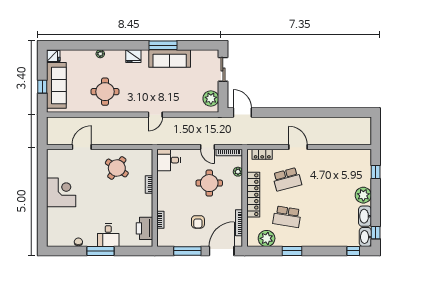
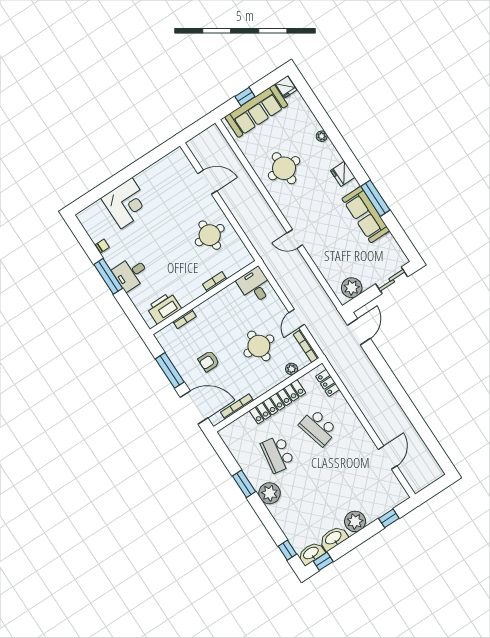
door: (298, 147) -> (388, 458), moved
round table: (117, 168) -> (210, 235), turned -35
corner desk: (61, 192) -> (126, 203), moved
plant: (267, 238) -> (270, 493), moved

